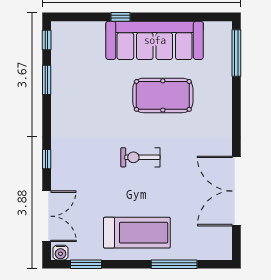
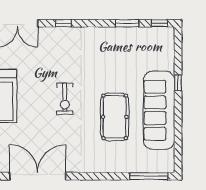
exercise bike: (140, 157) -> (65, 99), turned 180

